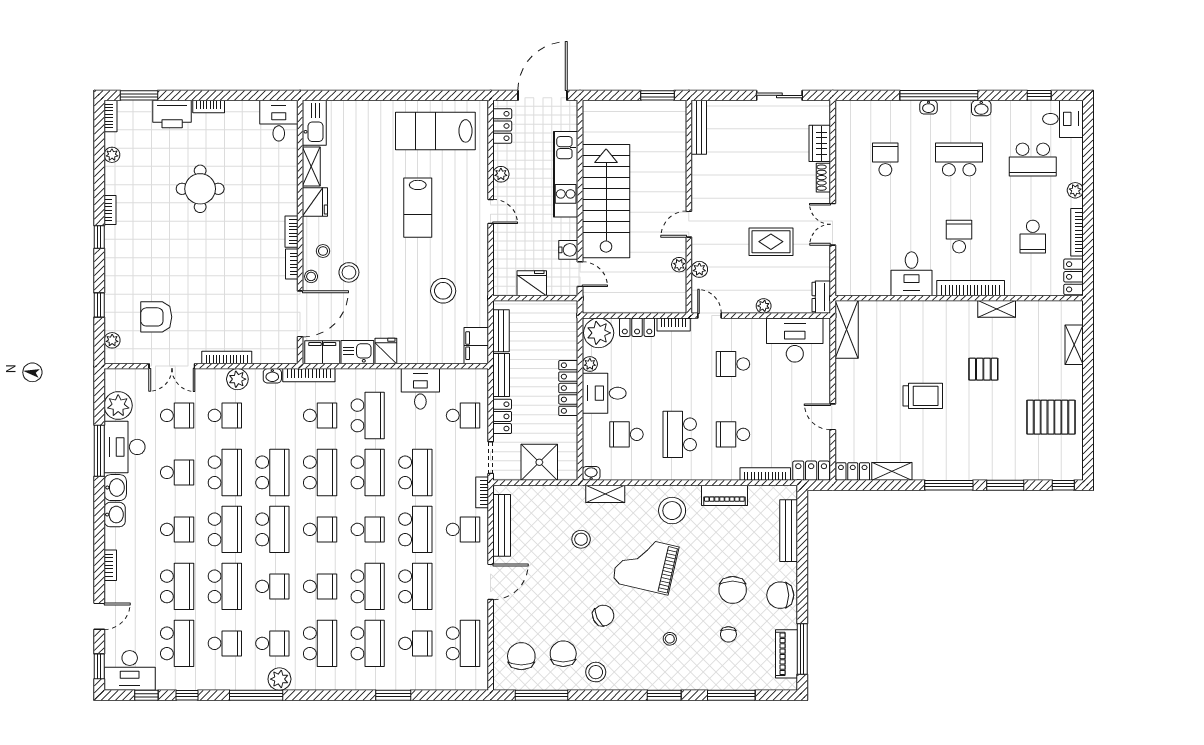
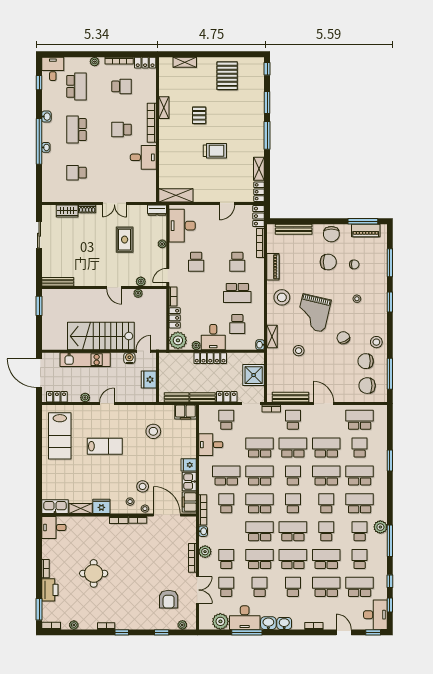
trolley: (923, 396) -> (215, 151), turned 90

